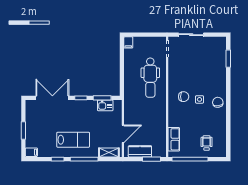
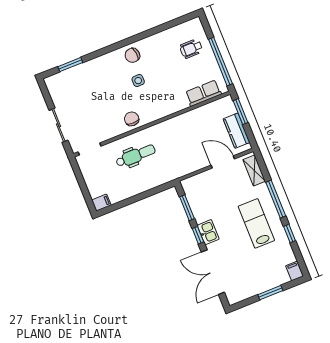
dental chair: (150, 78) -> (136, 156), width x0.73, depth x0.72
chair: (184, 97) -> (132, 119), moved
kitchen sink: (105, 105) -> (208, 232), moved

